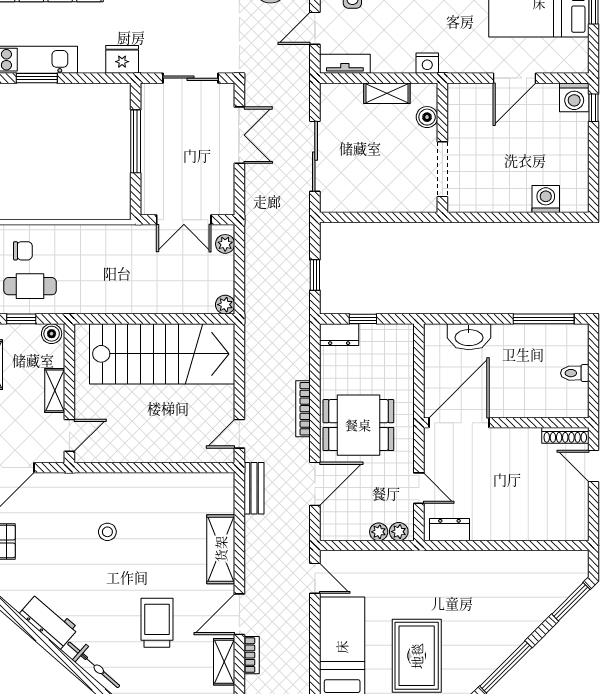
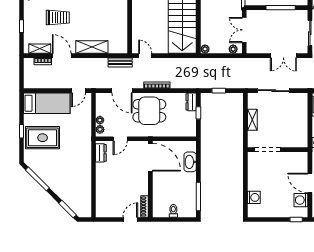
shelving: (387, 93) -> (252, 120), moved
washing machine: (574, 97) -> (301, 200), moved
boiler: (427, 117) -> (292, 142), removed
dining table: (358, 425) -> (149, 111), turned 90

